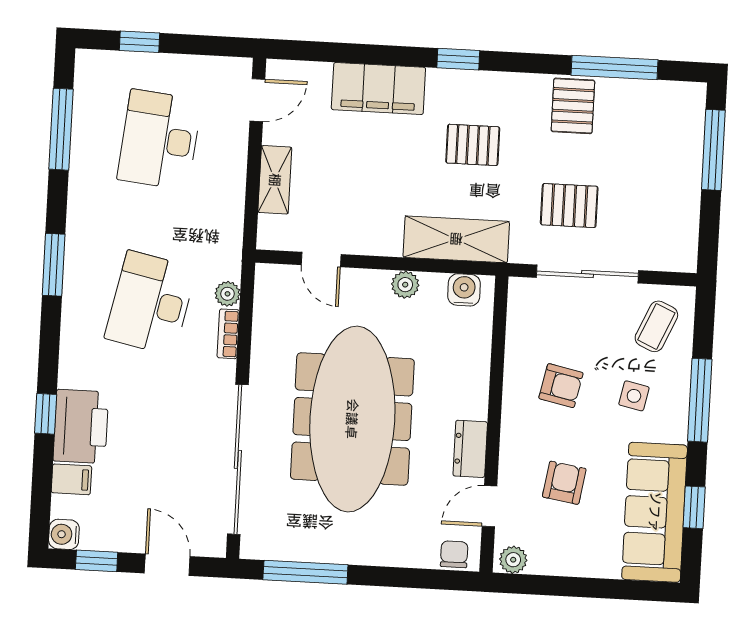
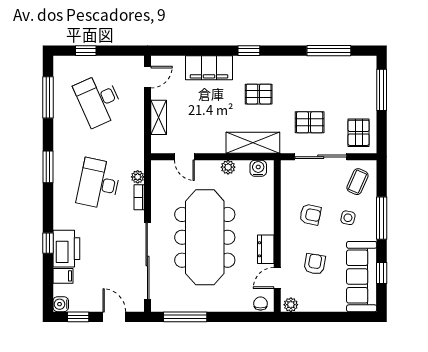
pallet: (573, 106) -> (359, 133), moved
desk: (159, 140) -> (99, 100), turned -30

